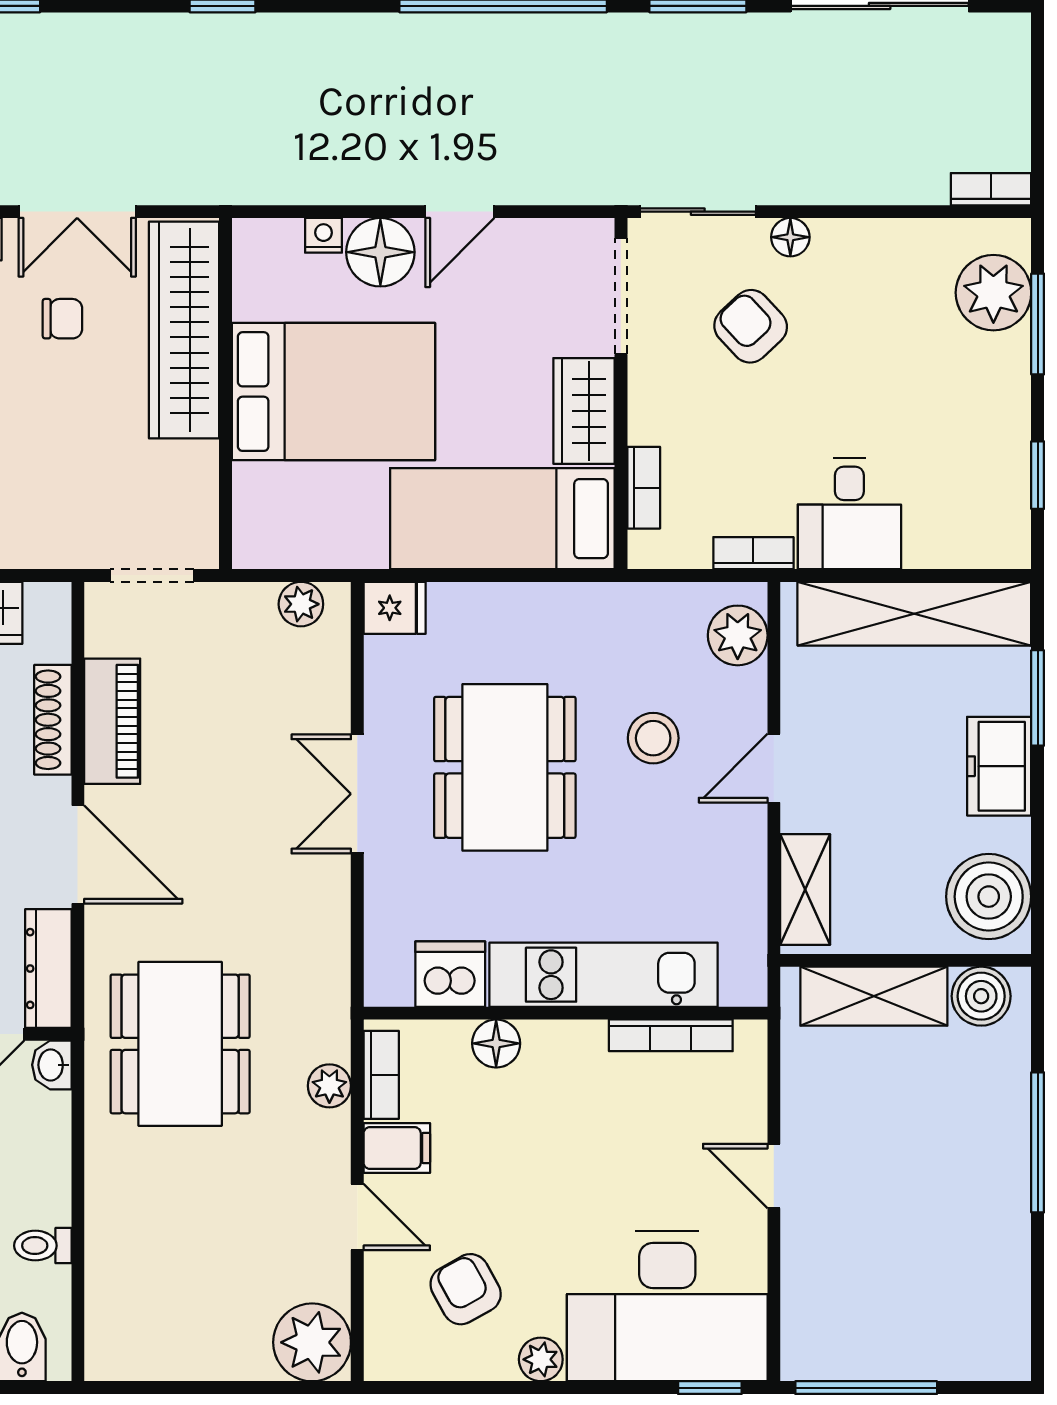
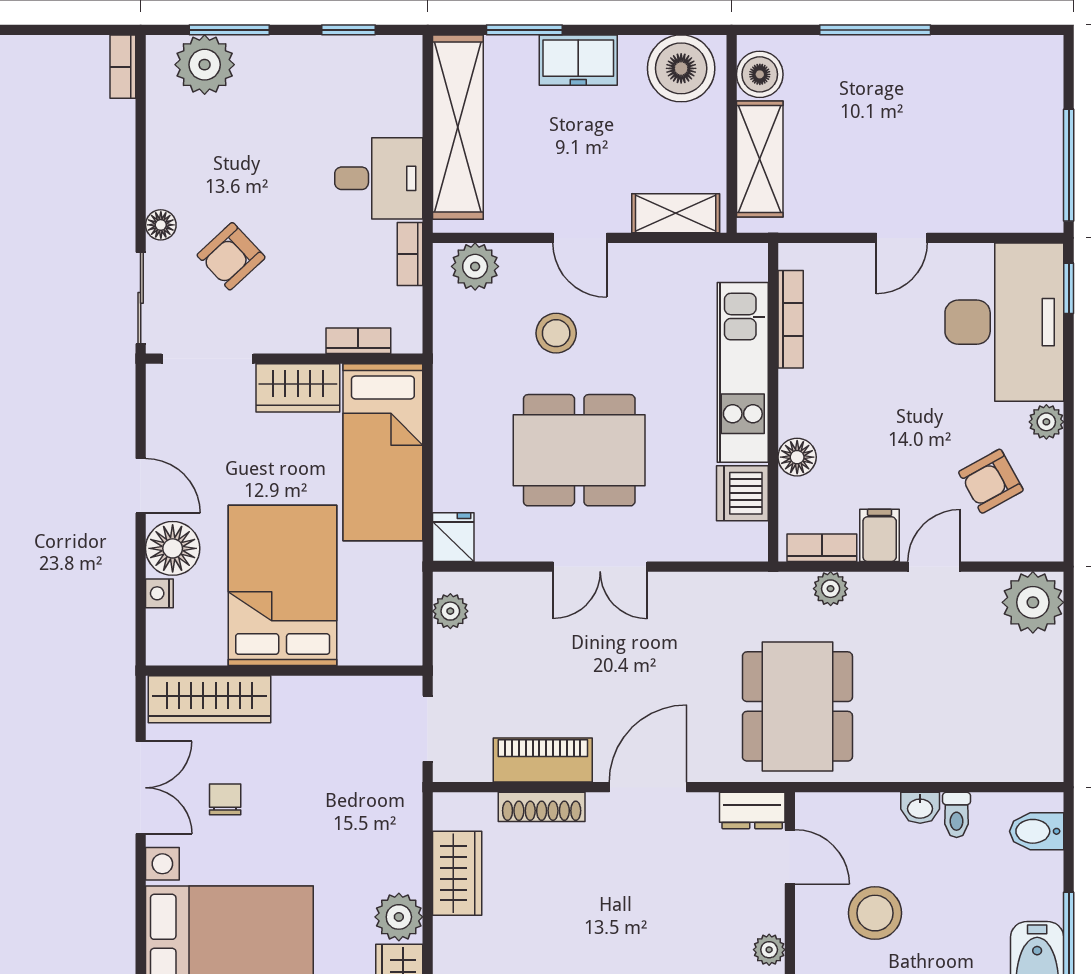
wardrobe: (184, 330) -> (210, 699), width x0.71, depth x0.85
dresser: (48, 969) -> (752, 811), width x0.70
dining table: (180, 1044) -> (797, 706), turned 90
washbasin: (52, 1065) -> (920, 808), moved

